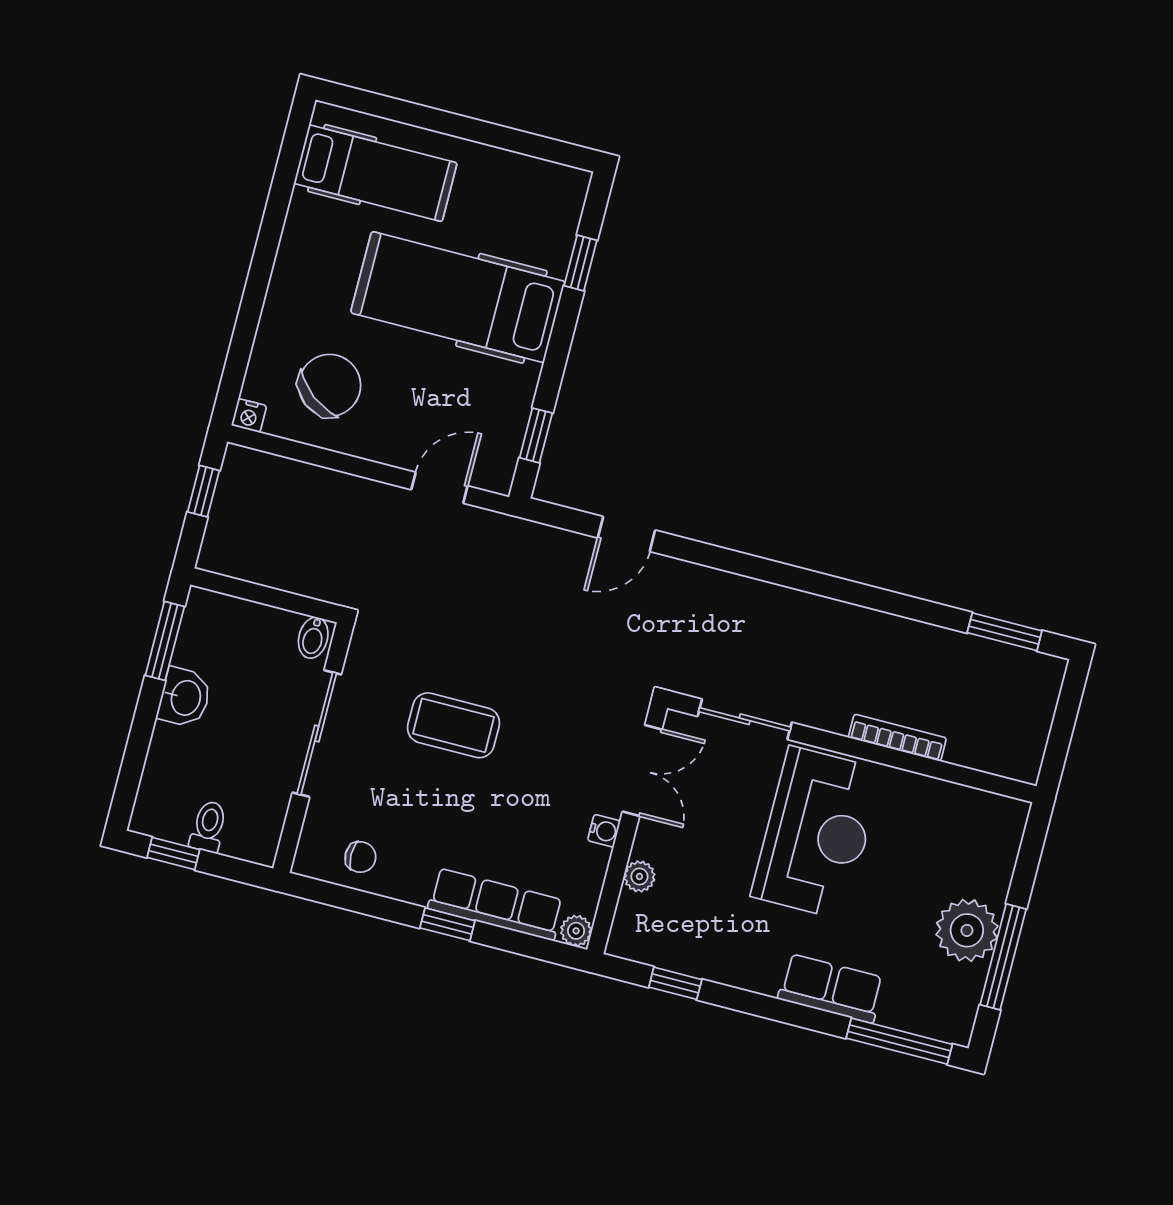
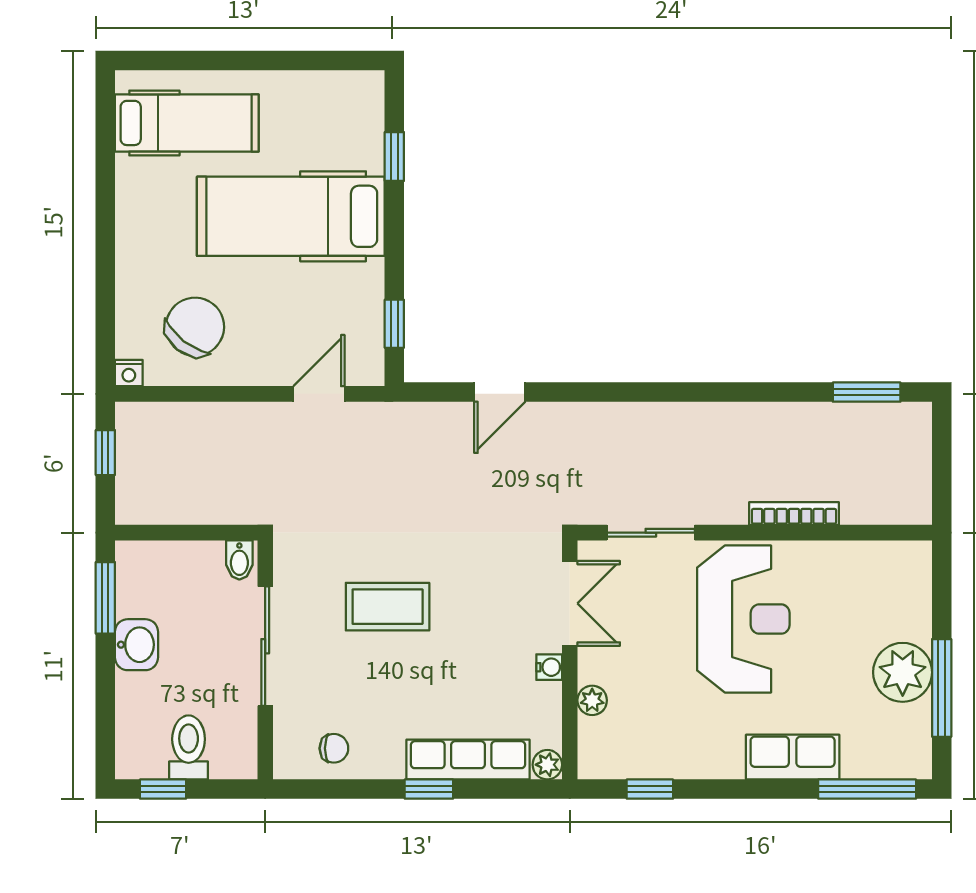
toilet: (208, 827) -> (189, 747), width x1.37, depth x1.39

